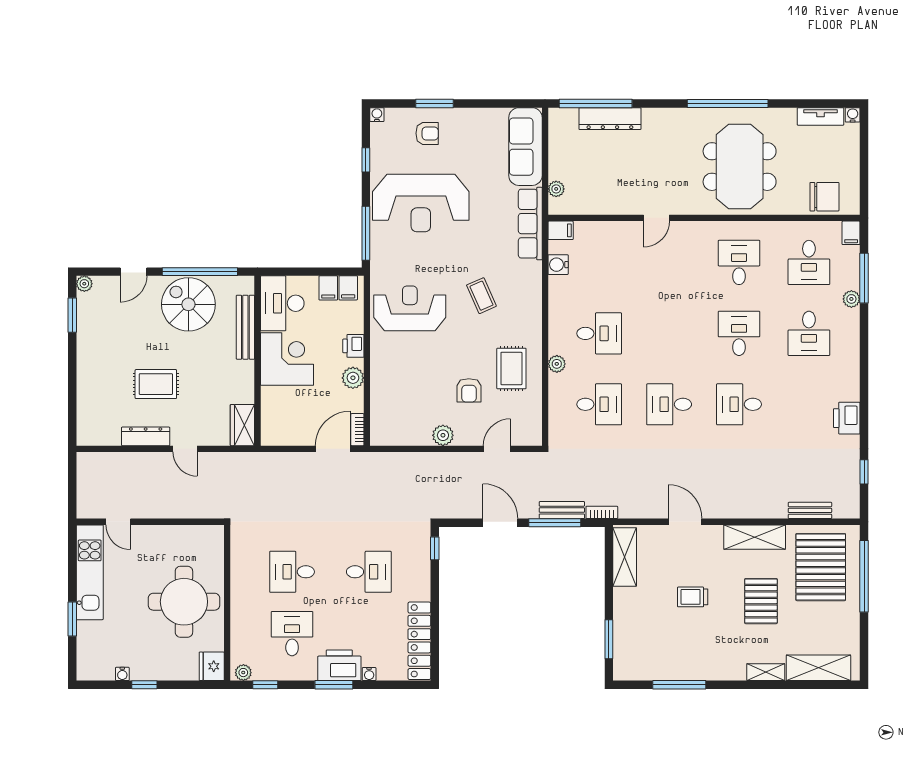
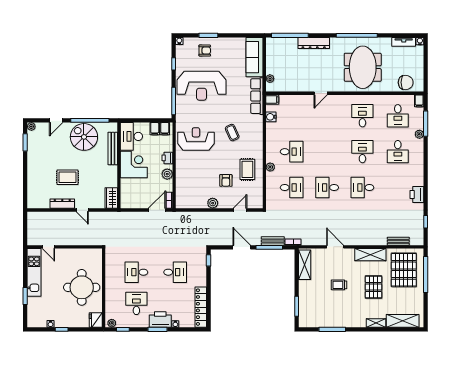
dresser: (610, 119) -> (314, 43), moved

